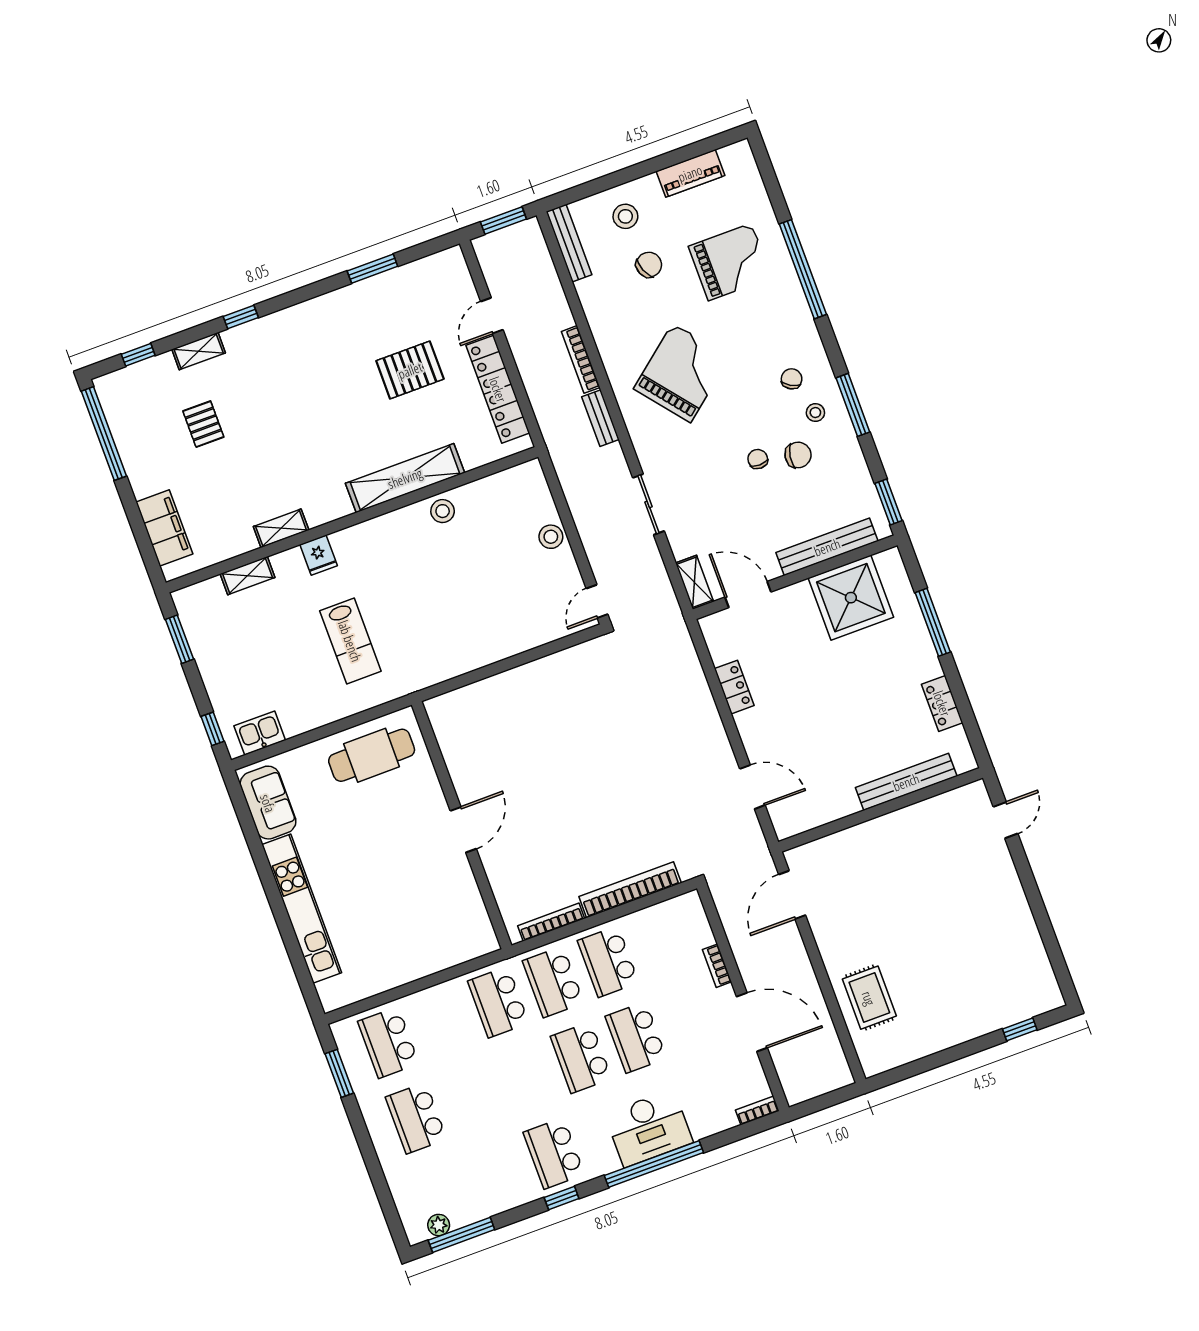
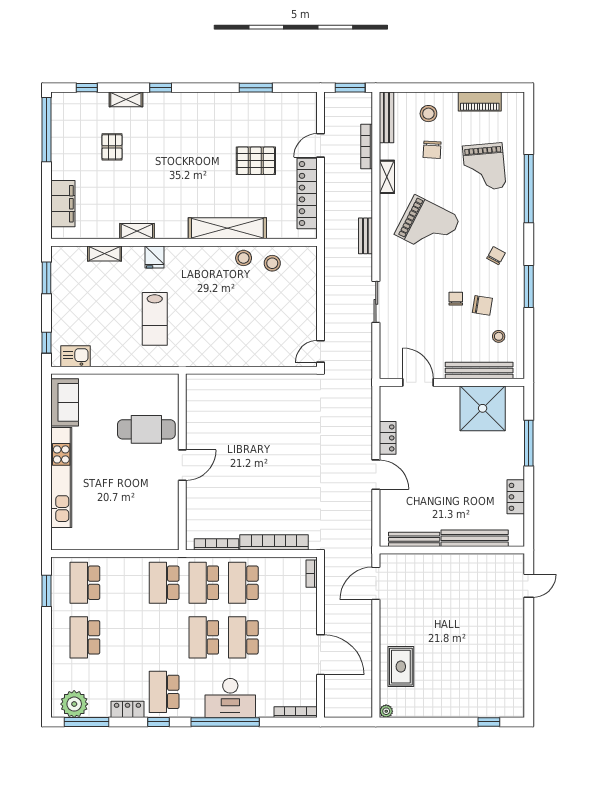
grand piano: (730, 262) -> (484, 167), turned 85
chair: (649, 265) -> (432, 150), turned 115
bookcase: (581, 359) -> (367, 146), moved
grand piano: (682, 373) -> (428, 226), turned 66
stool: (815, 413) -> (499, 336), moved
window: (889, 502) -> (529, 356), removed
stool: (551, 537) -> (272, 263), moved
shelving: (695, 582) -> (387, 177), moved
cafe table: (372, 755) -> (146, 429), moved
door: (752, 787) -> (376, 475), moved
bench: (823, 814) -> (414, 539), added
bookcase: (717, 966) -> (312, 574), moved
plant: (872, 1067) -> (386, 711), added
bookcase: (757, 1111) -> (296, 712), width x1.56
locker: (512, 1196) -> (127, 709), added
plant: (439, 1225) -> (74, 704), width x1.88, depth x1.88

